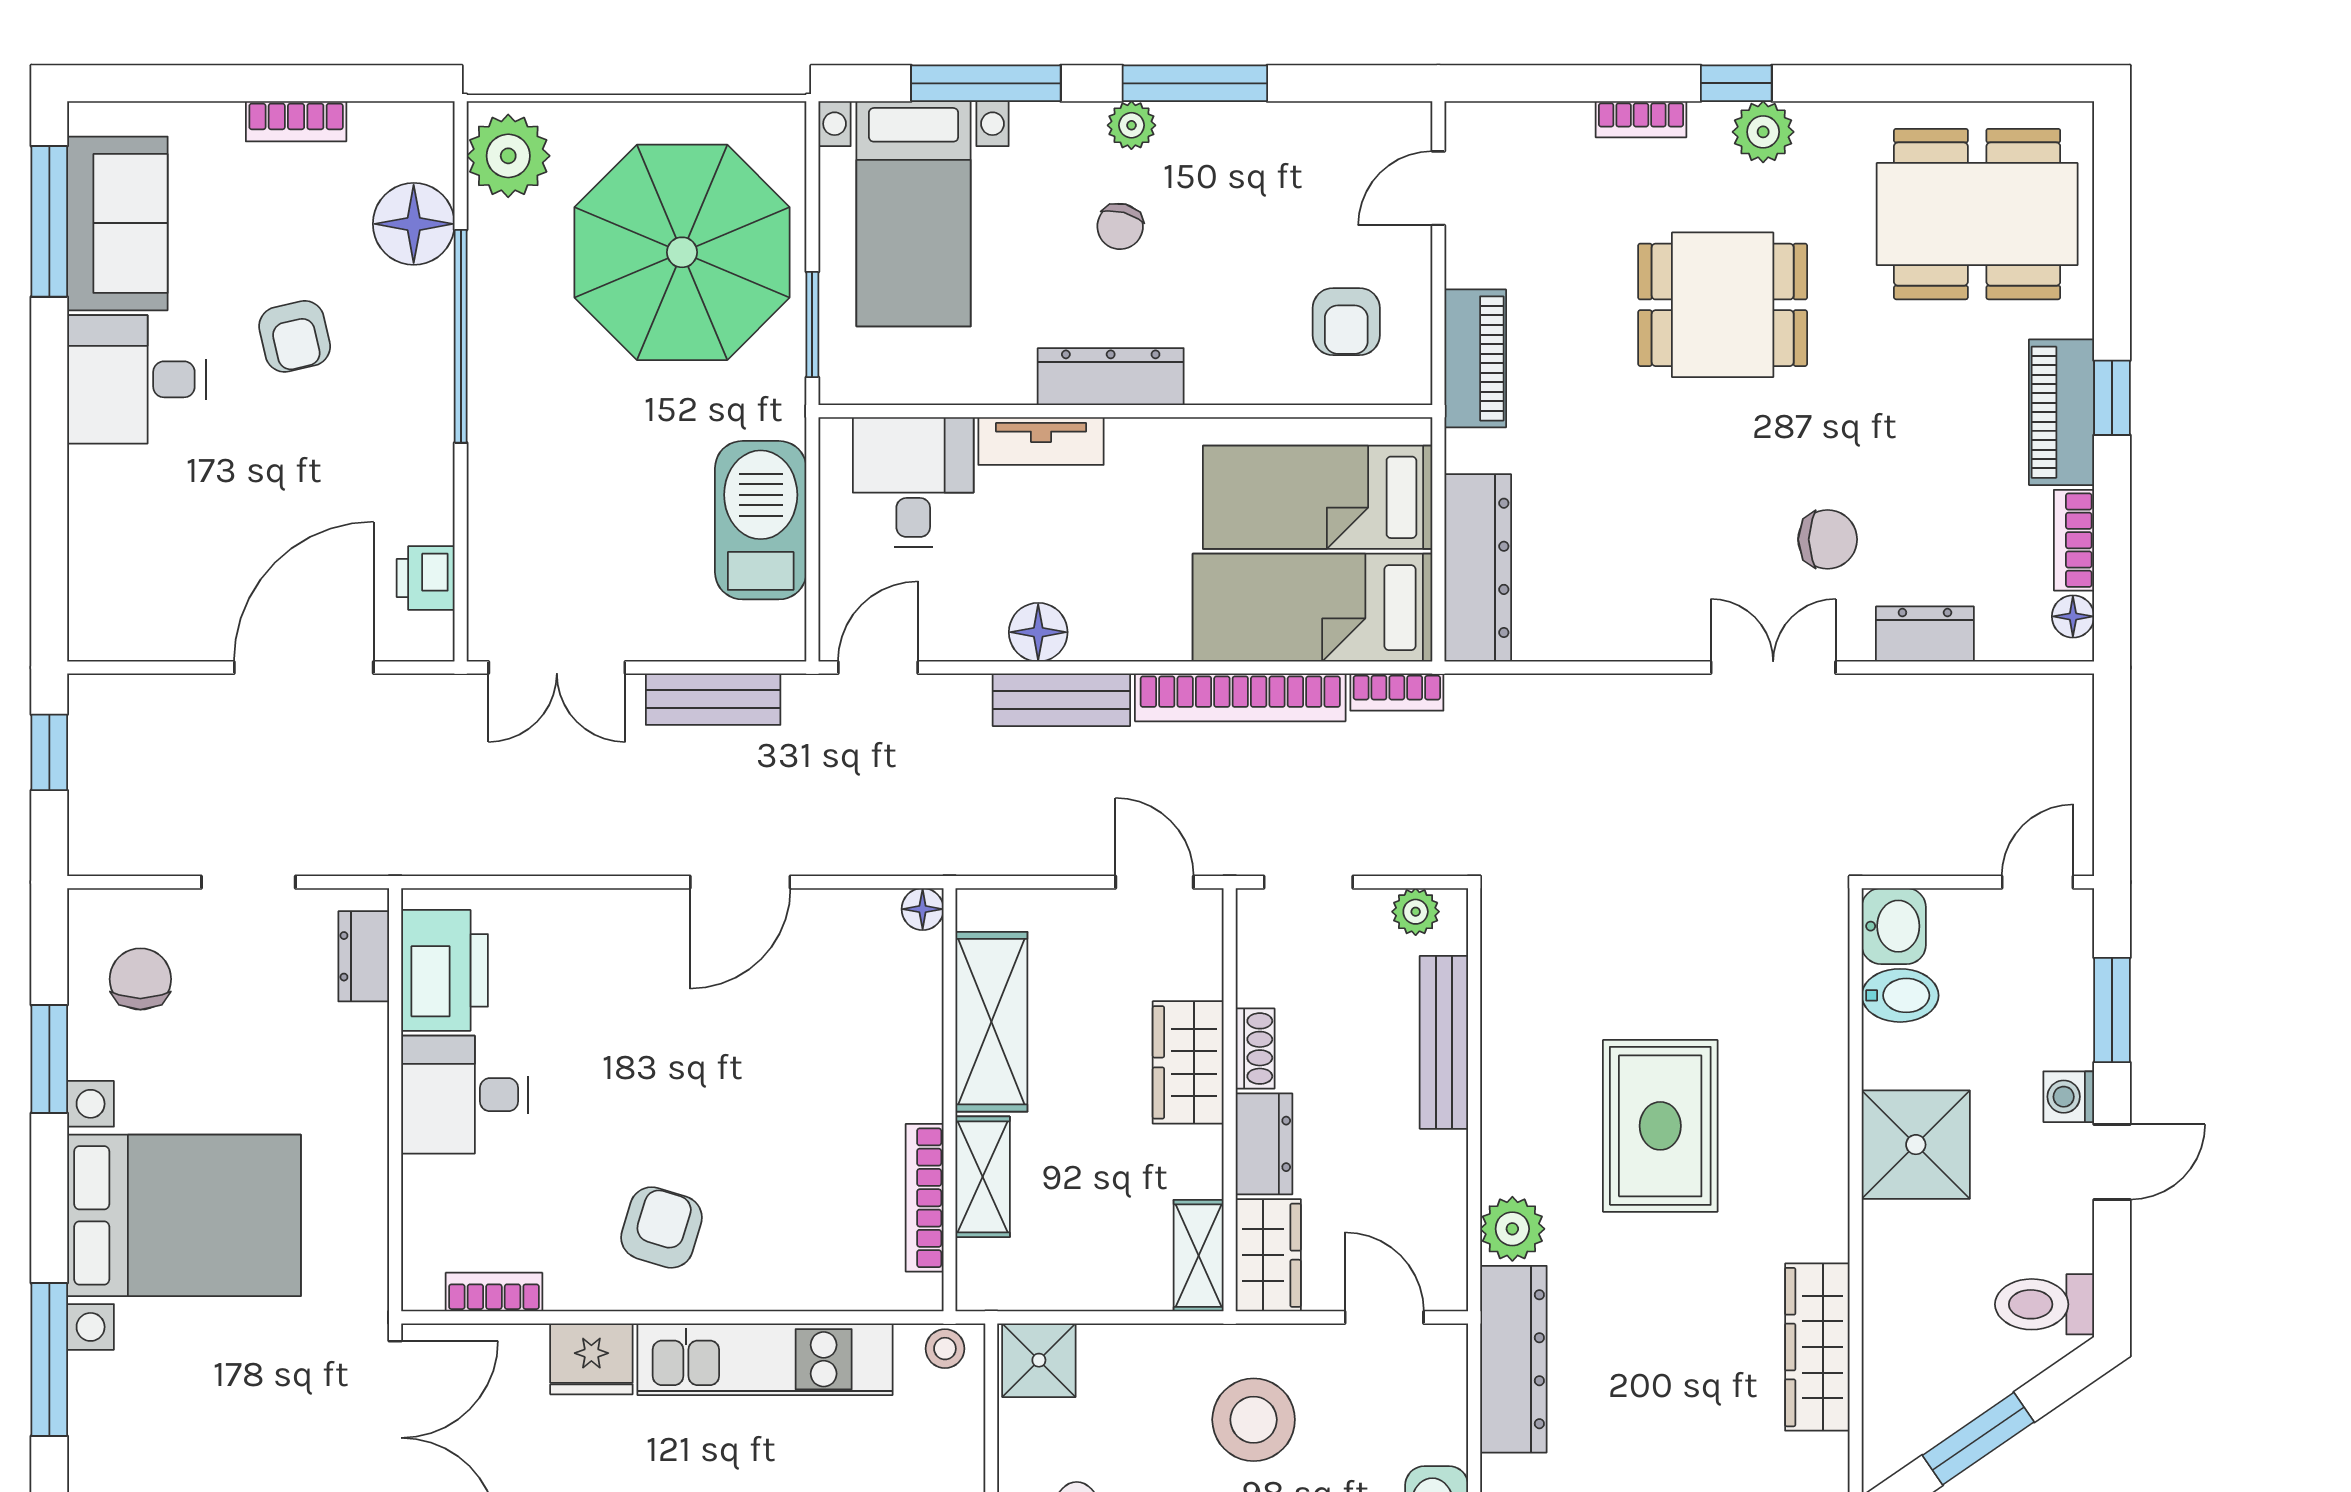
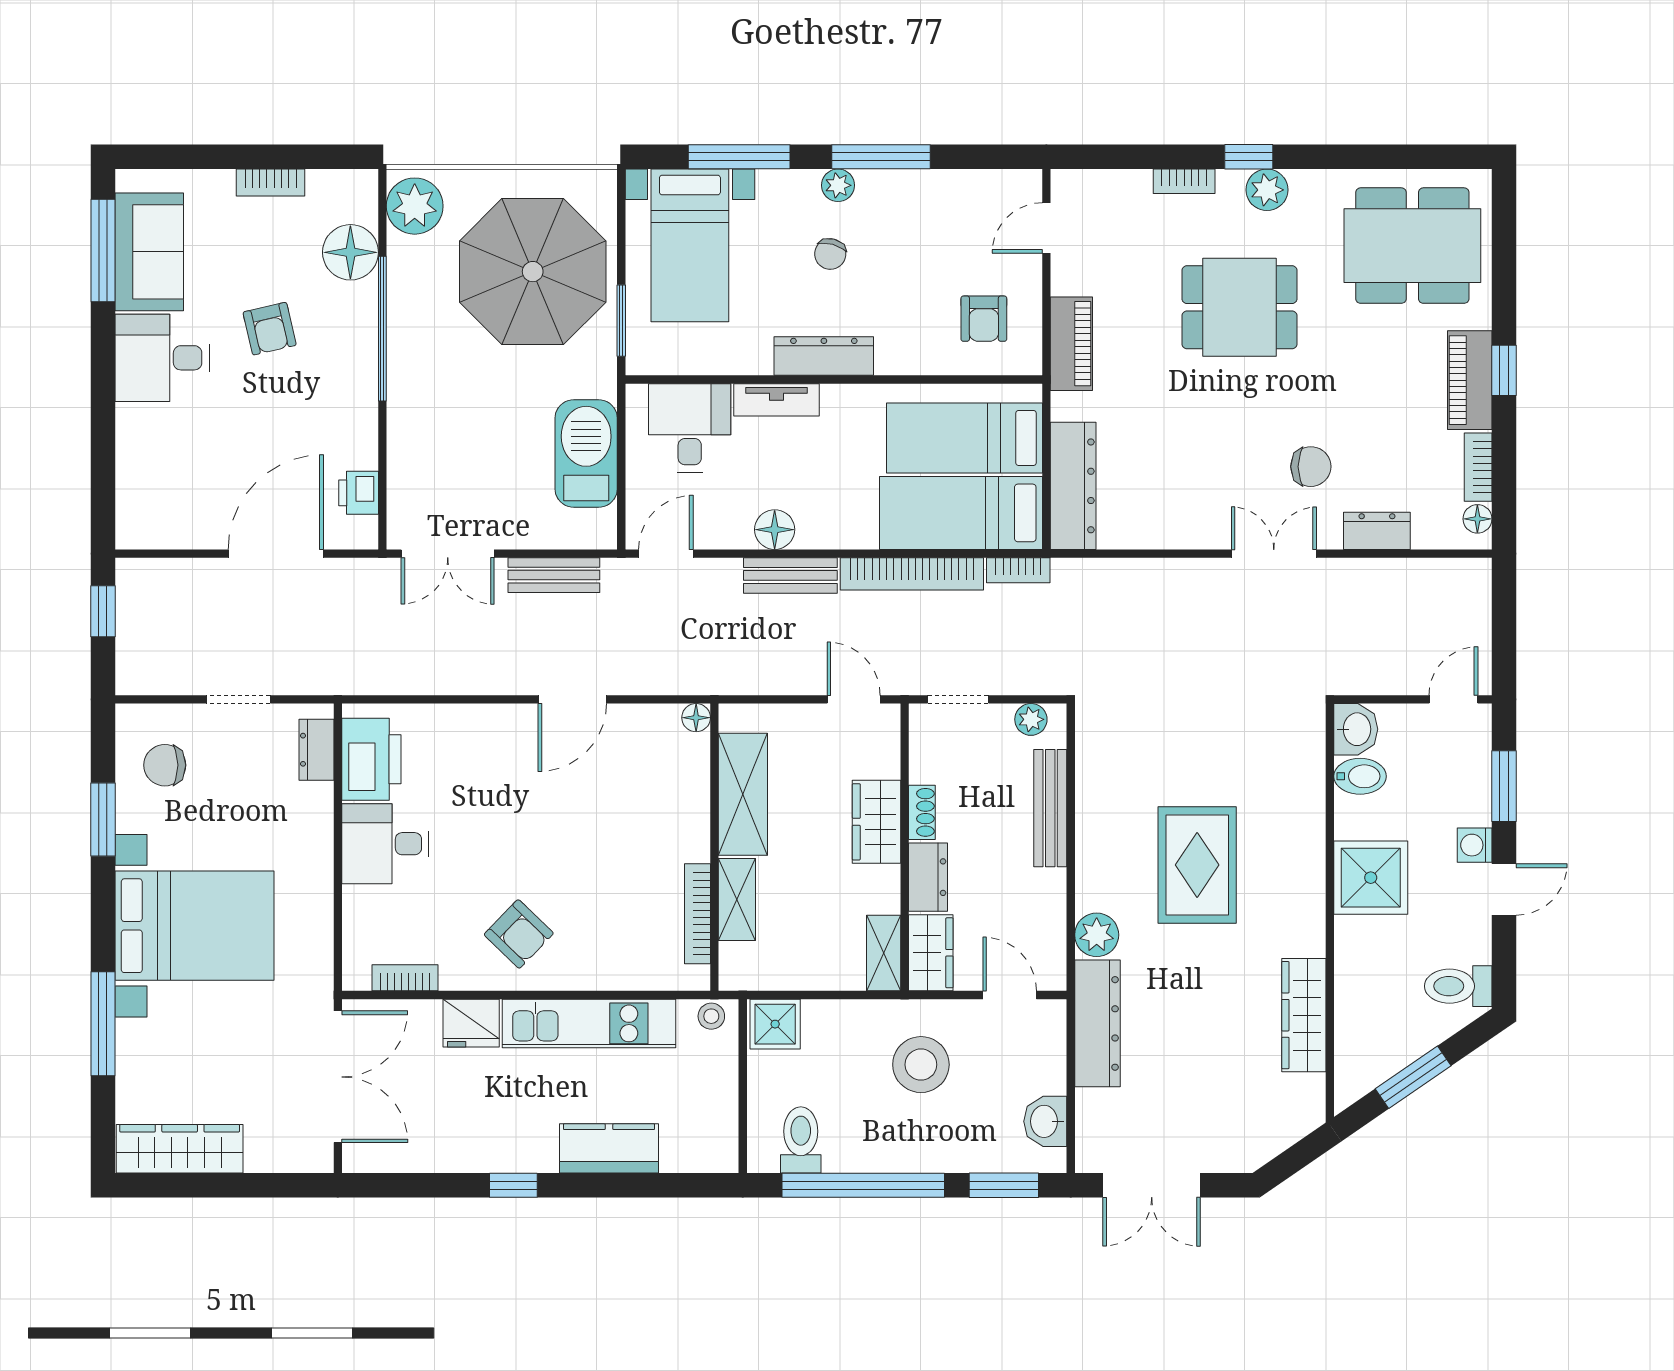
chair: (140, 979) -> (165, 765), turned -90
armchair: (661, 1227) -> (519, 934), turned 117

